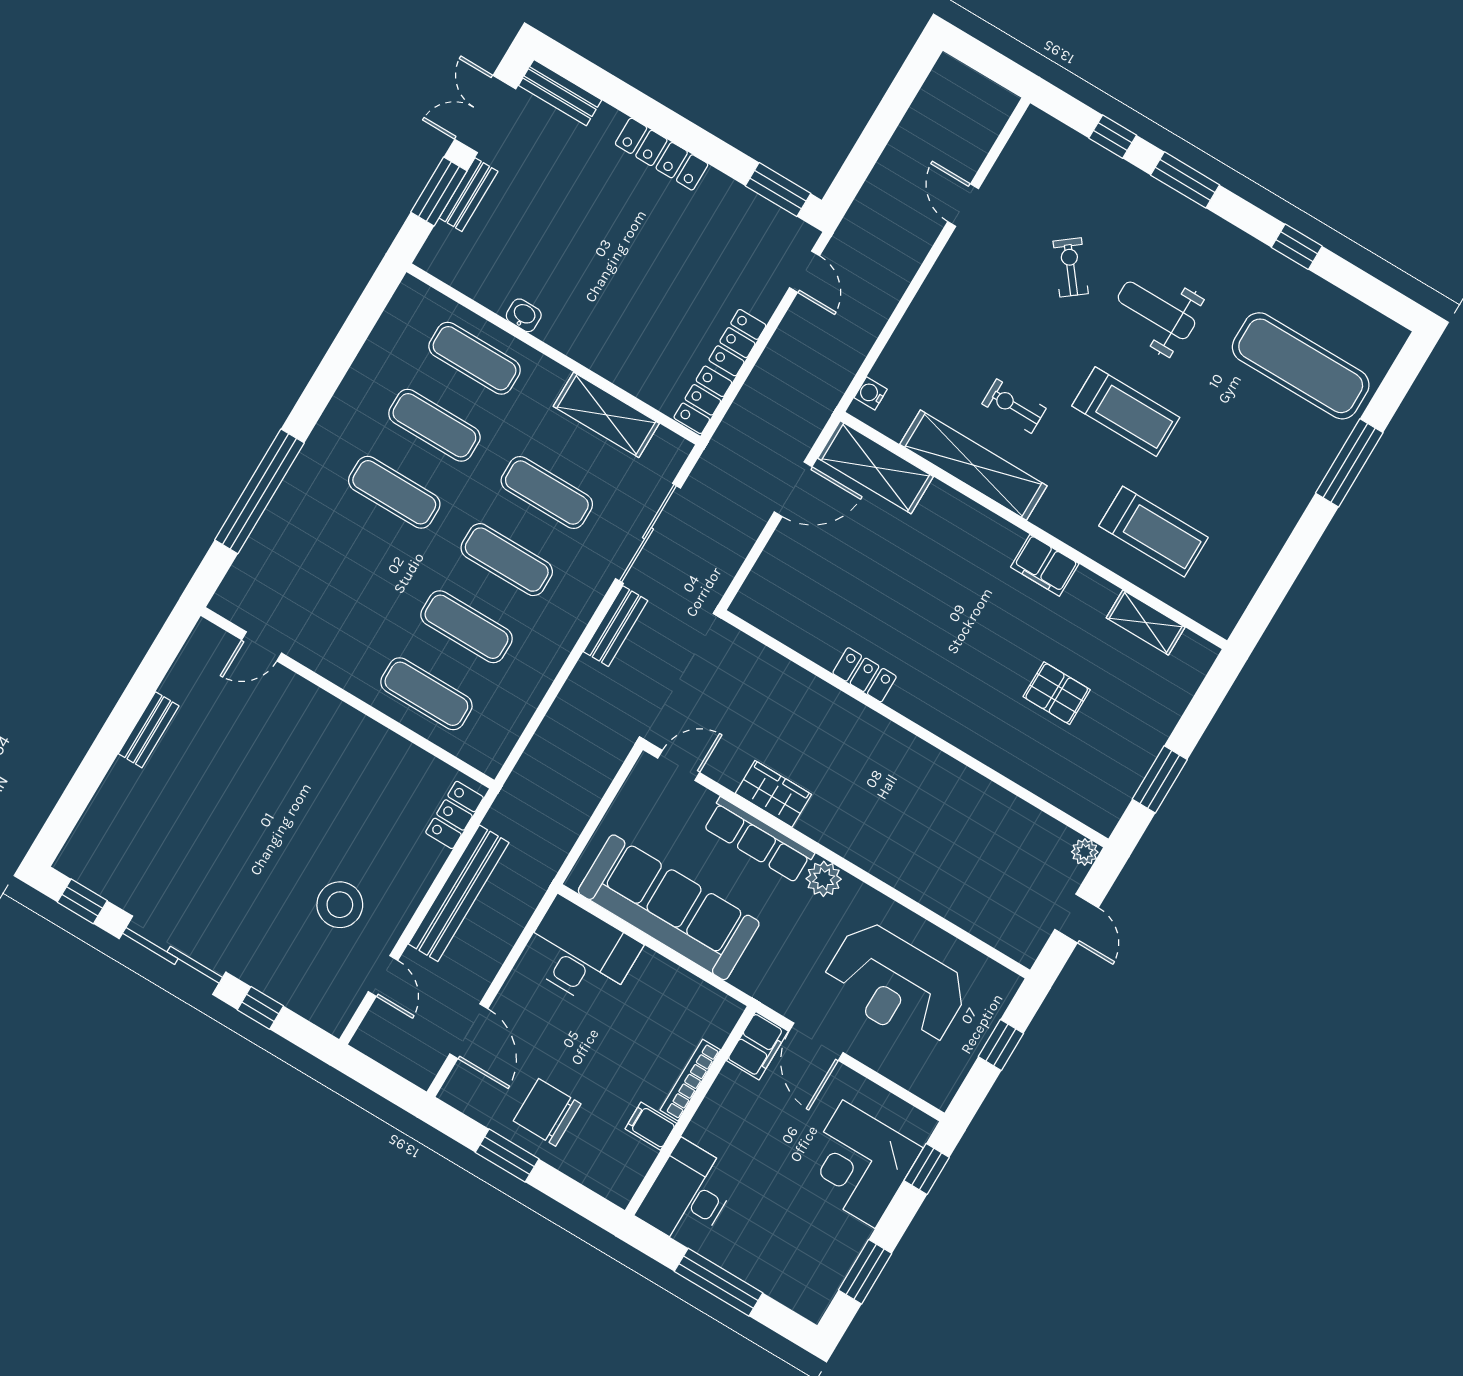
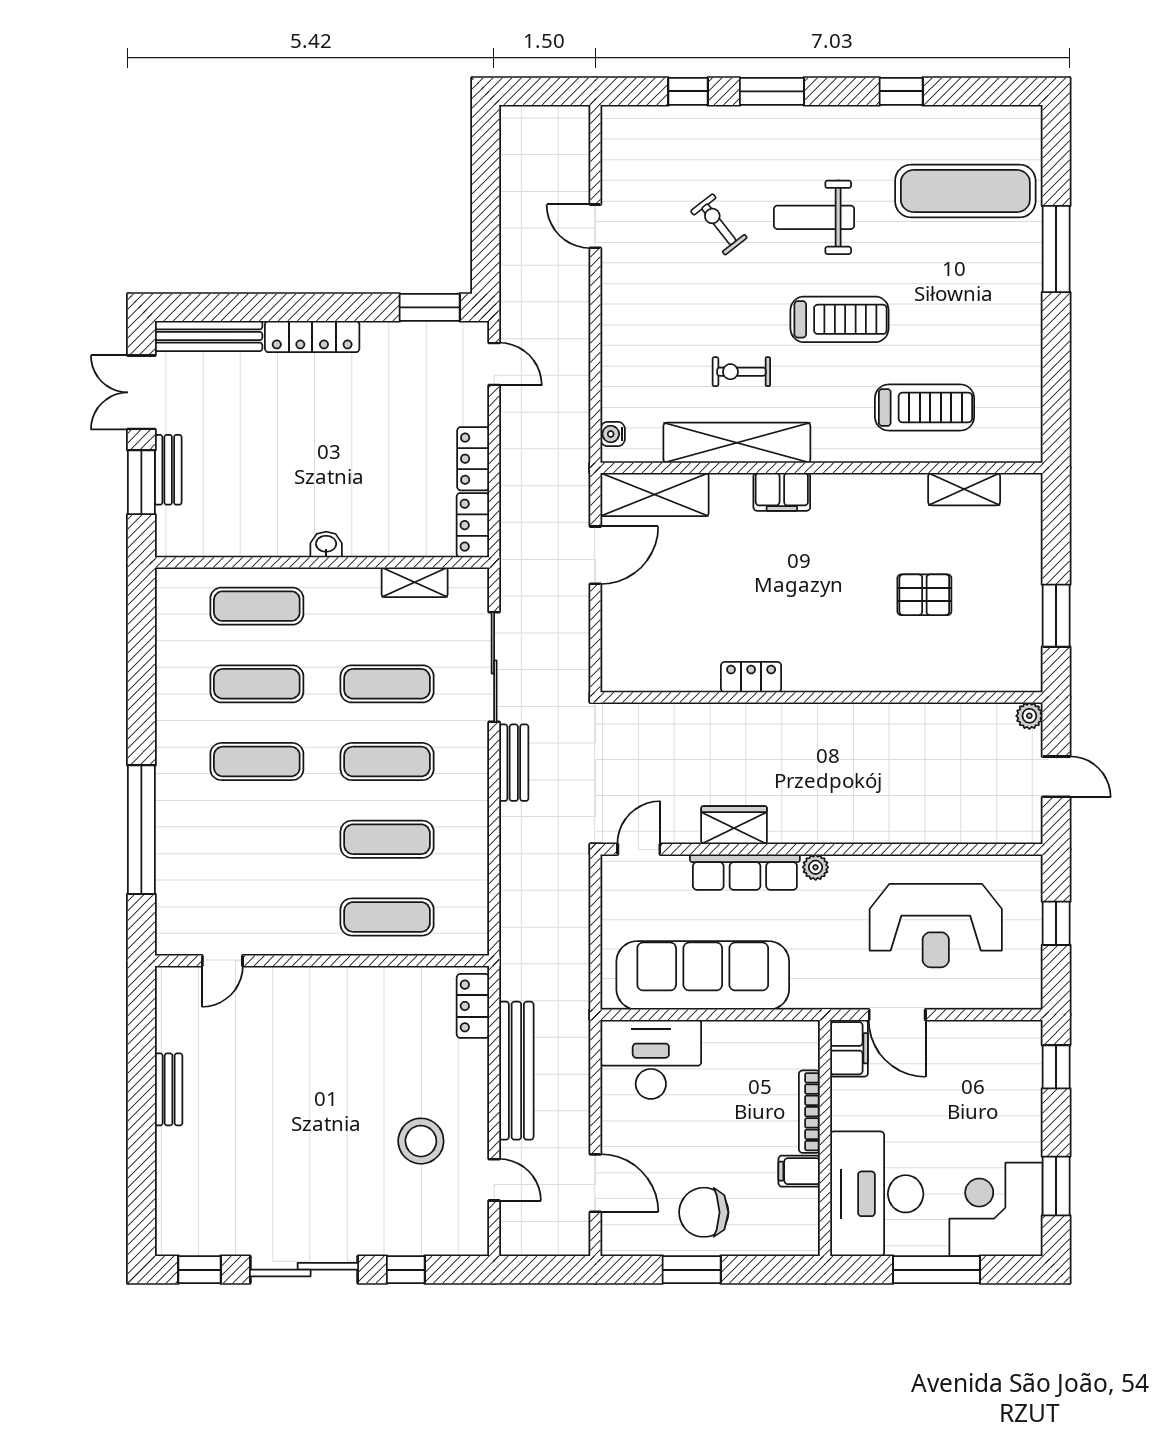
bench: (560, 93) -> (209, 336), width x1.36
washbasin: (524, 315) -> (326, 545), moved
shelving: (606, 415) -> (415, 582), width x0.67, depth x0.75
filing cabinet: (1045, 565) -> (782, 492), moved
plant: (824, 879) -> (816, 867), width x0.73, depth x0.73
corner desk: (859, 1164) -> (996, 1209), moved, turned 90
desk: (688, 1195) -> (877, 1194), width x1.36, depth x1.30

